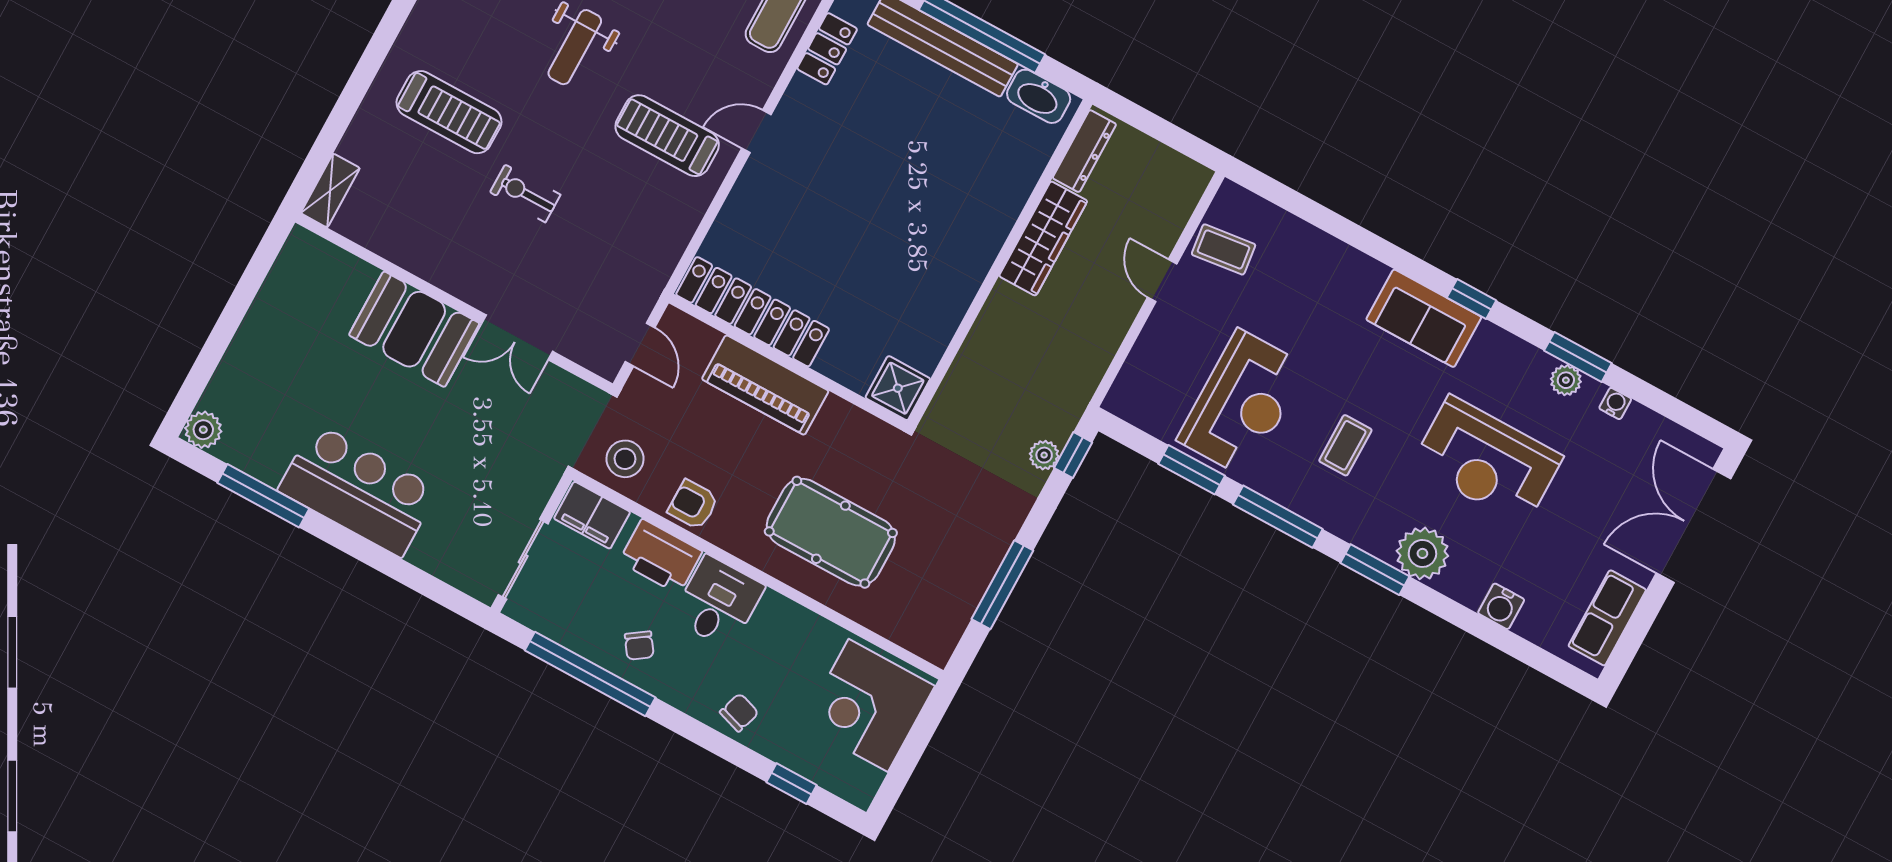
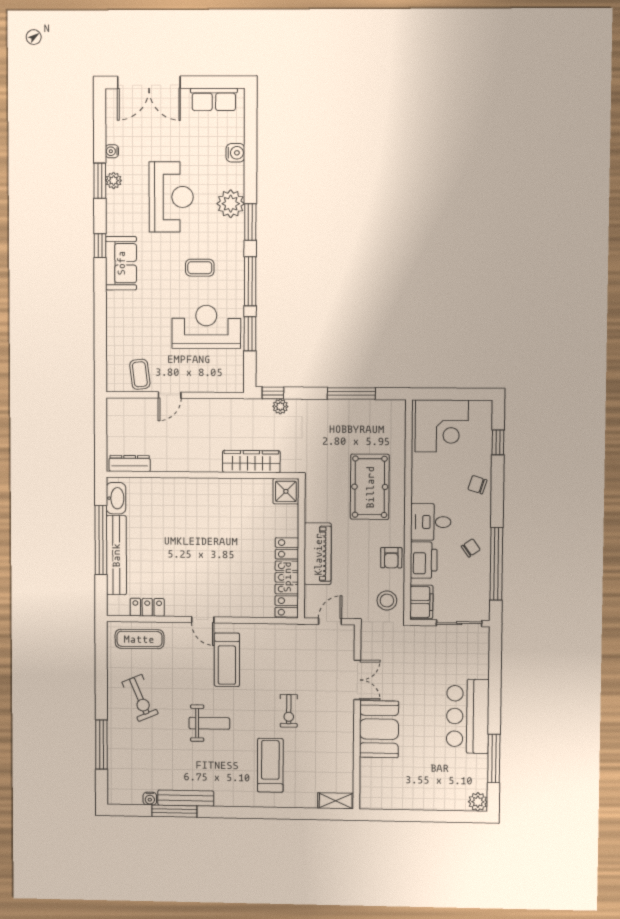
wardrobe: (1043, 238) -> (251, 462), moved

